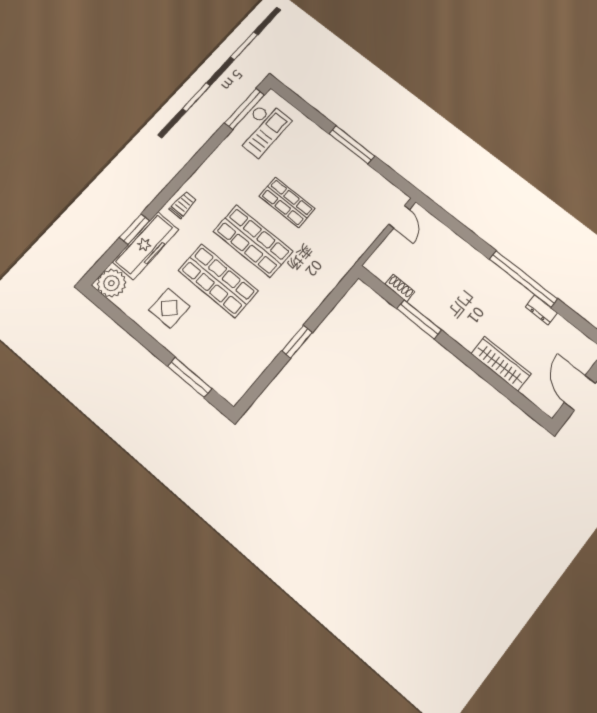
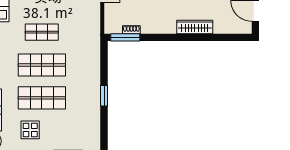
window: (419, 319) -> (125, 37), moved
wardrobe: (501, 364) -> (195, 27), moved

